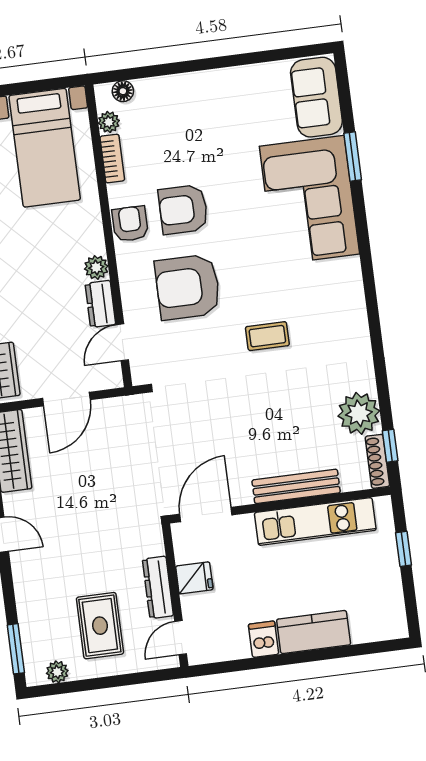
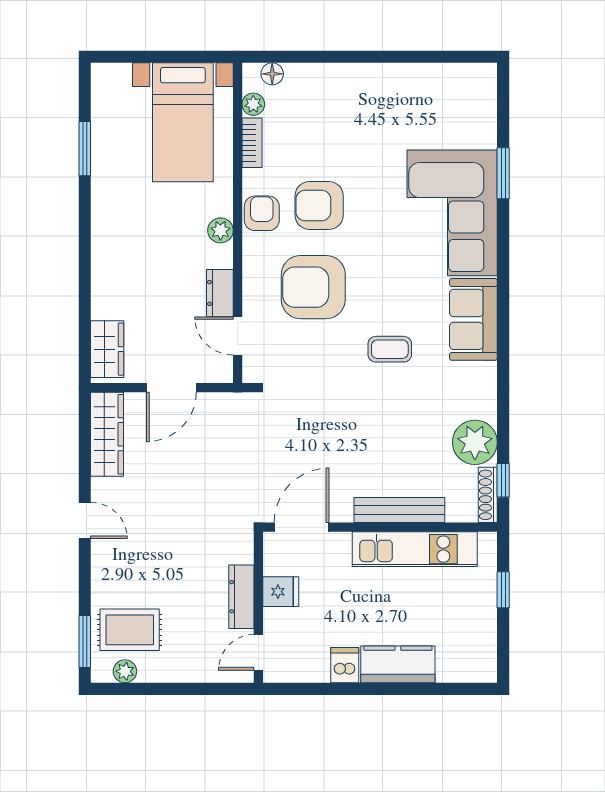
sofa: (316, 97) -> (473, 319), moved
plant: (96, 267) -> (220, 230), moved
door: (122, 342) -> (238, 336), hinge flipped
rug: (100, 626) -> (130, 630), moved, turned 90

